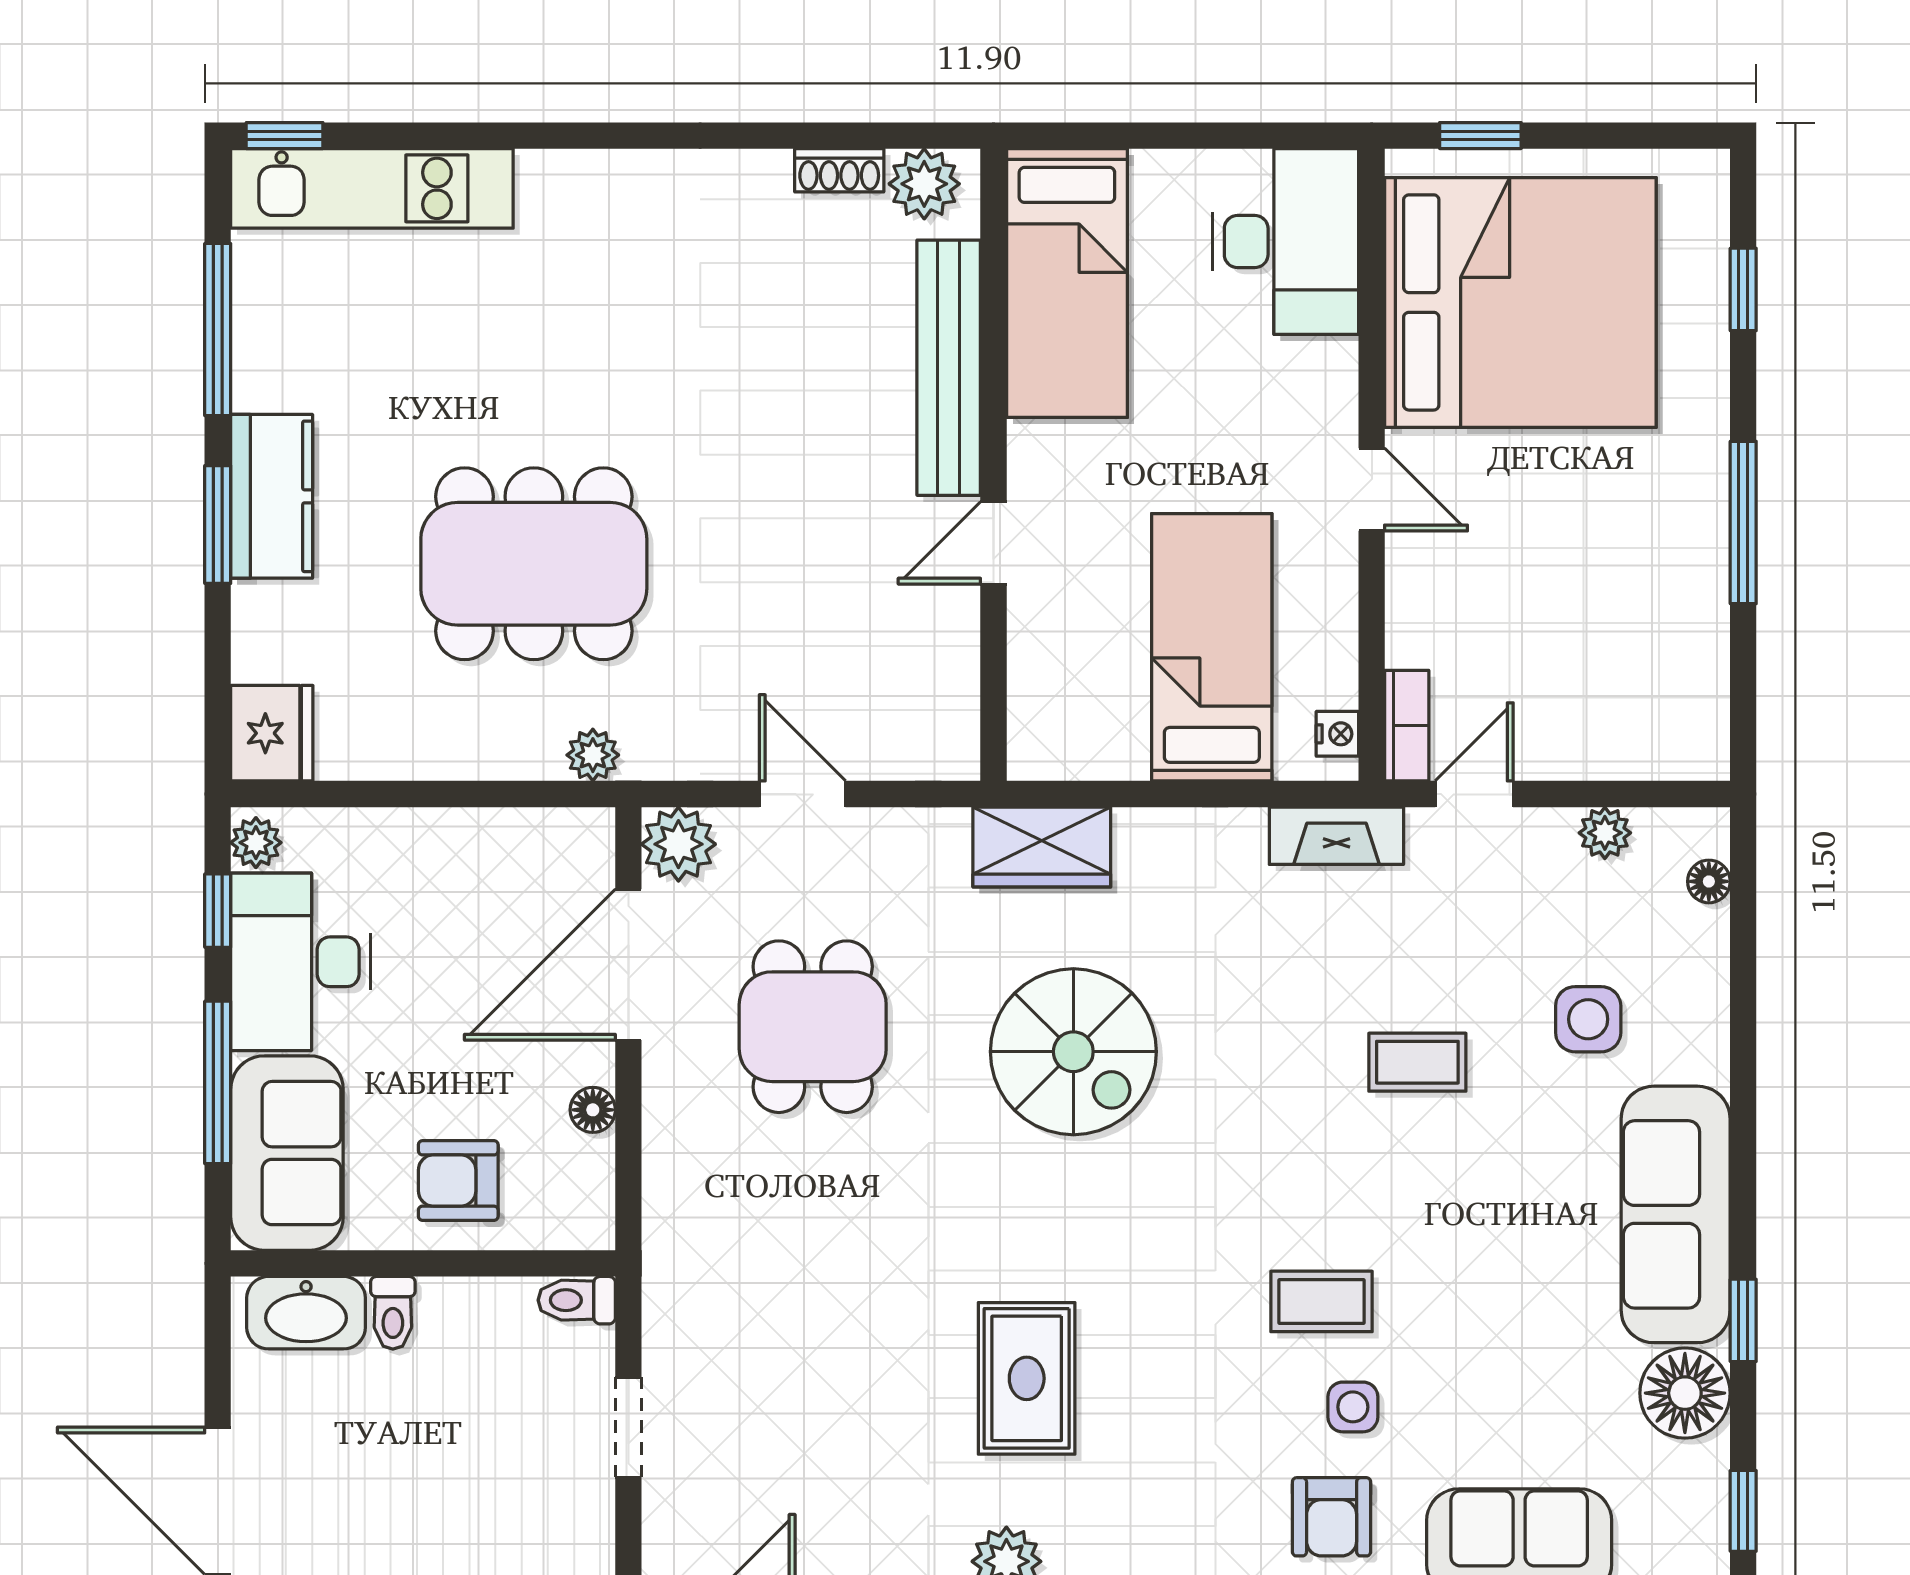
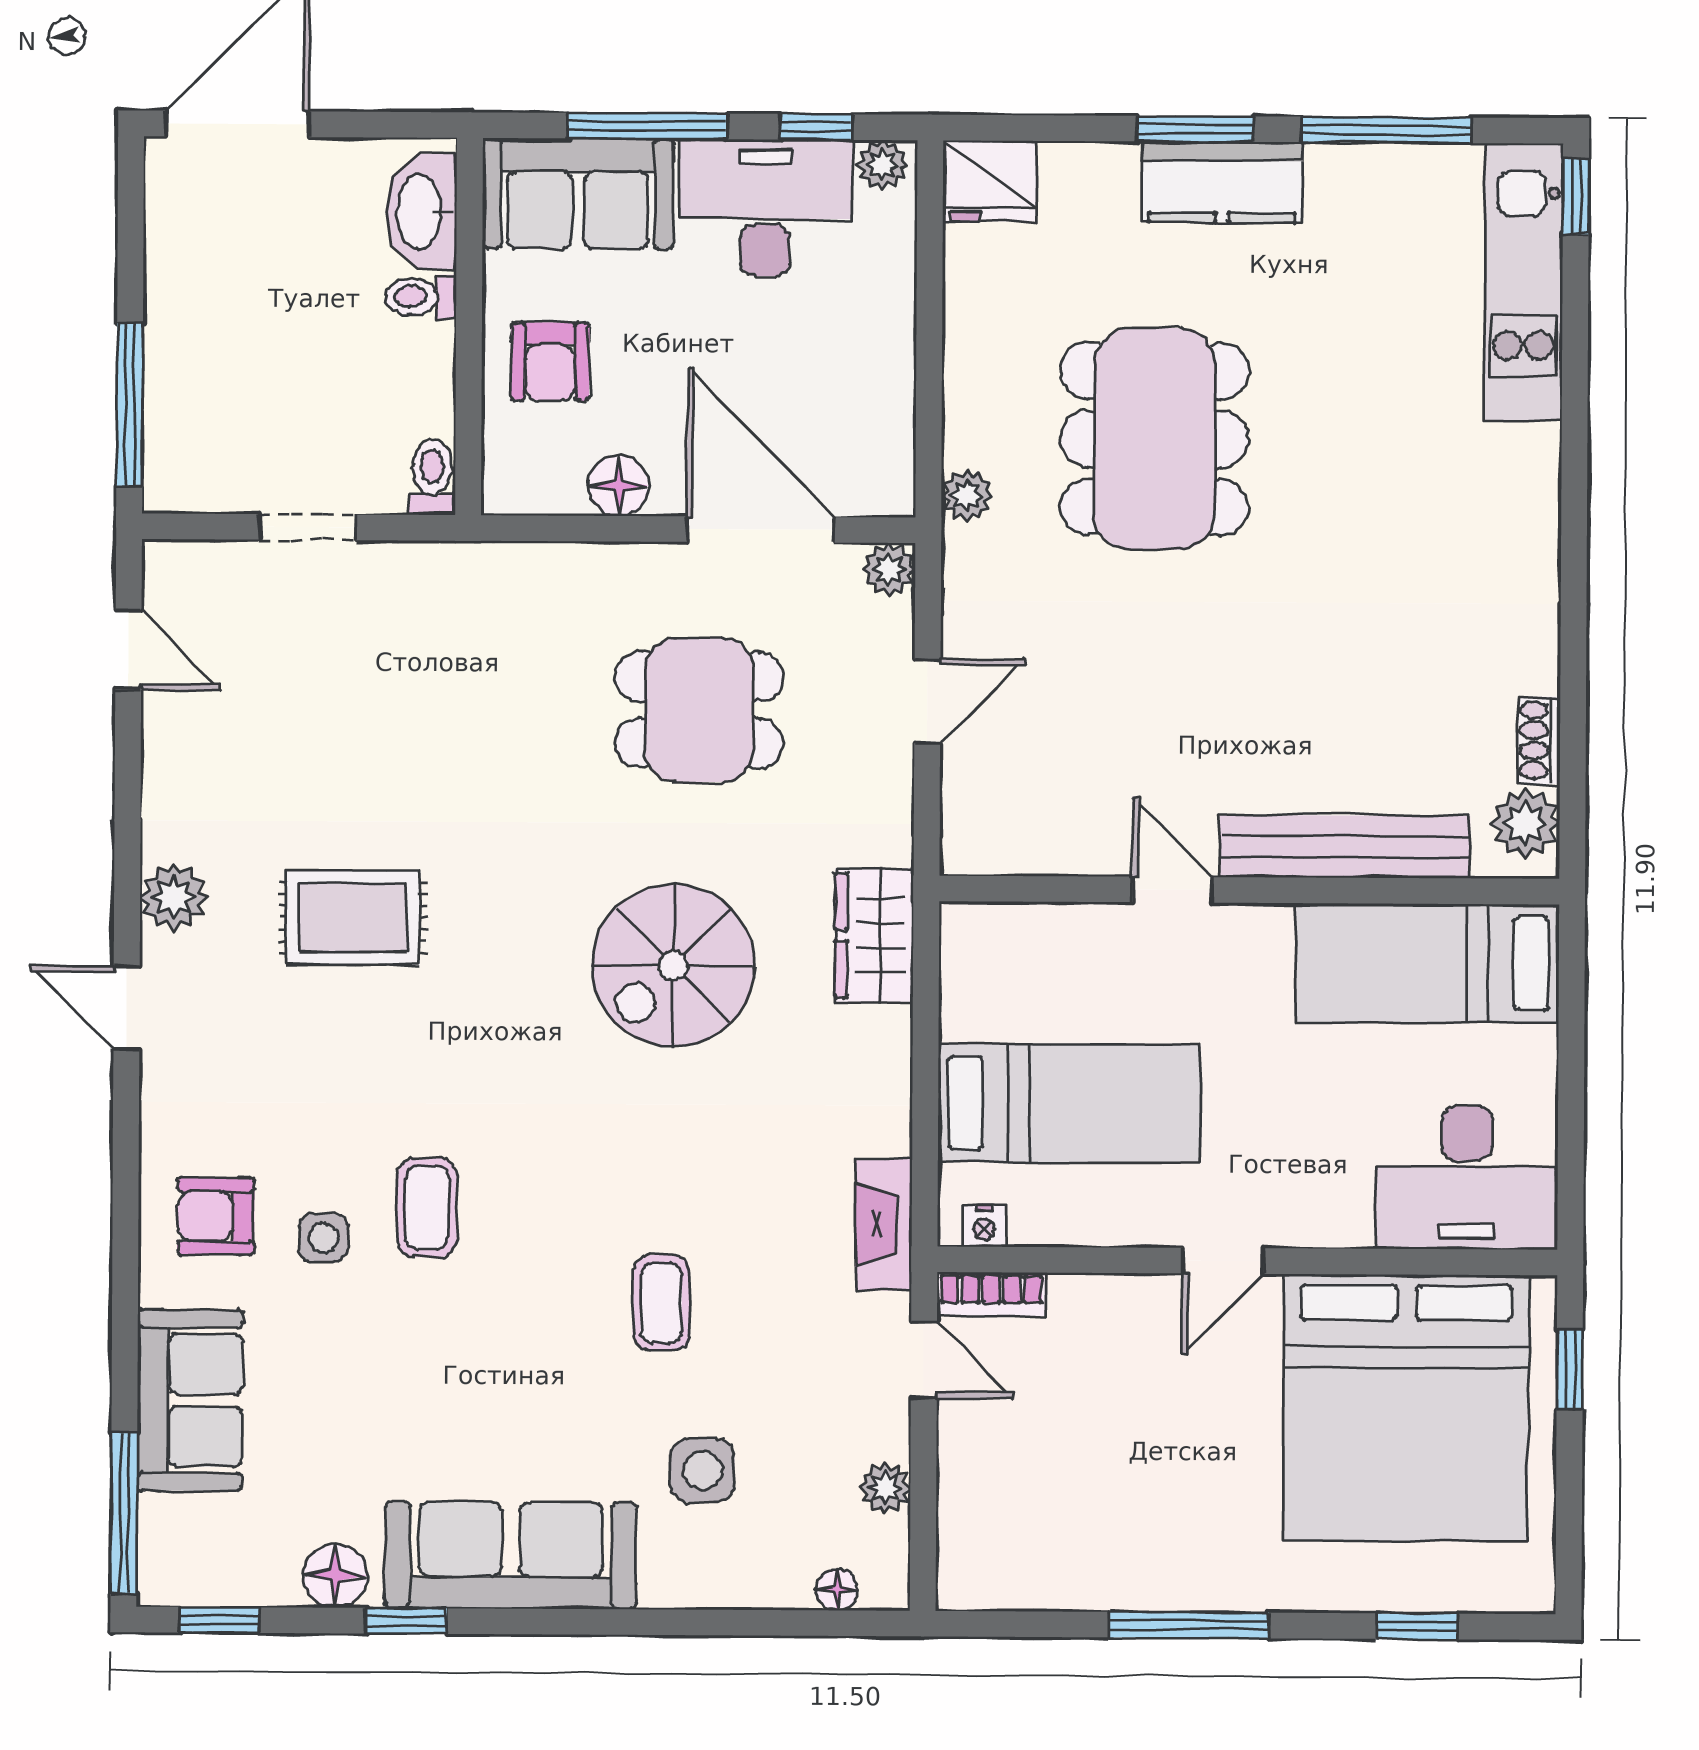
plant: (678, 844) -> (889, 569), width x0.73, depth x0.73
floor lamp: (593, 1110) -> (619, 486), width x1.37, depth x1.37
armchair: (458, 1181) -> (550, 361), turned 180
floor lamp: (1685, 1393) -> (335, 1576), width x0.73, depth x0.73

